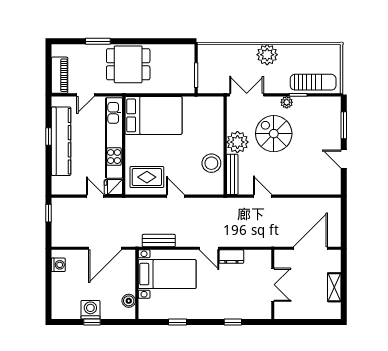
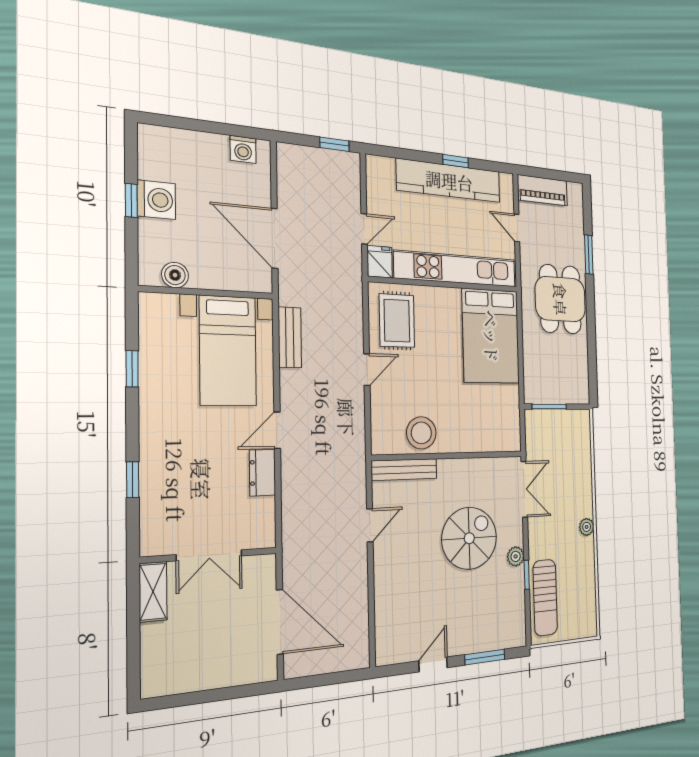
plant: (267, 55) -> (587, 527), width x0.53, depth x0.53
plant: (237, 142) -> (455, 477), removed
shelving: (334, 287) -> (153, 592), moved, turned 90

